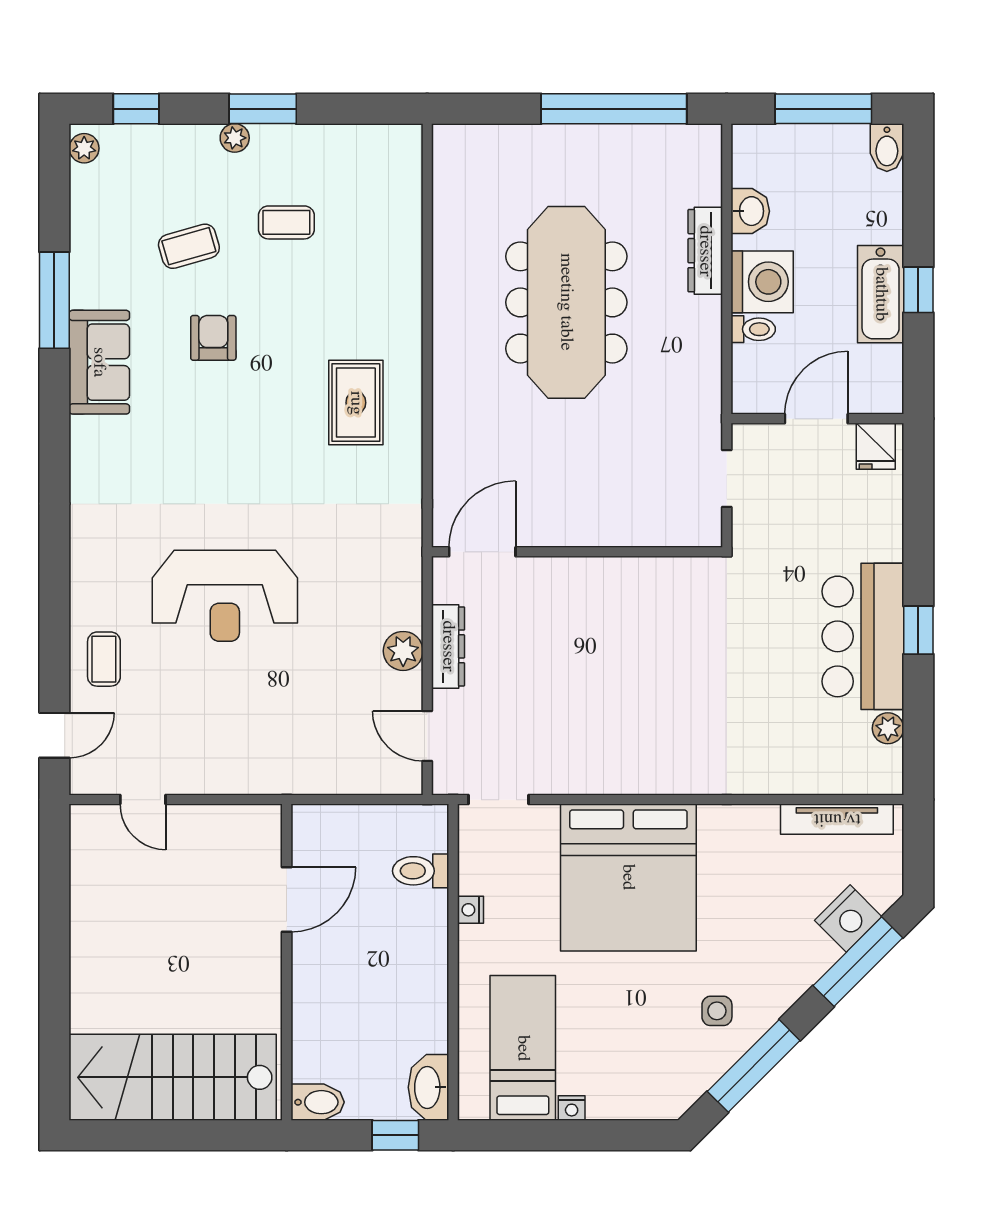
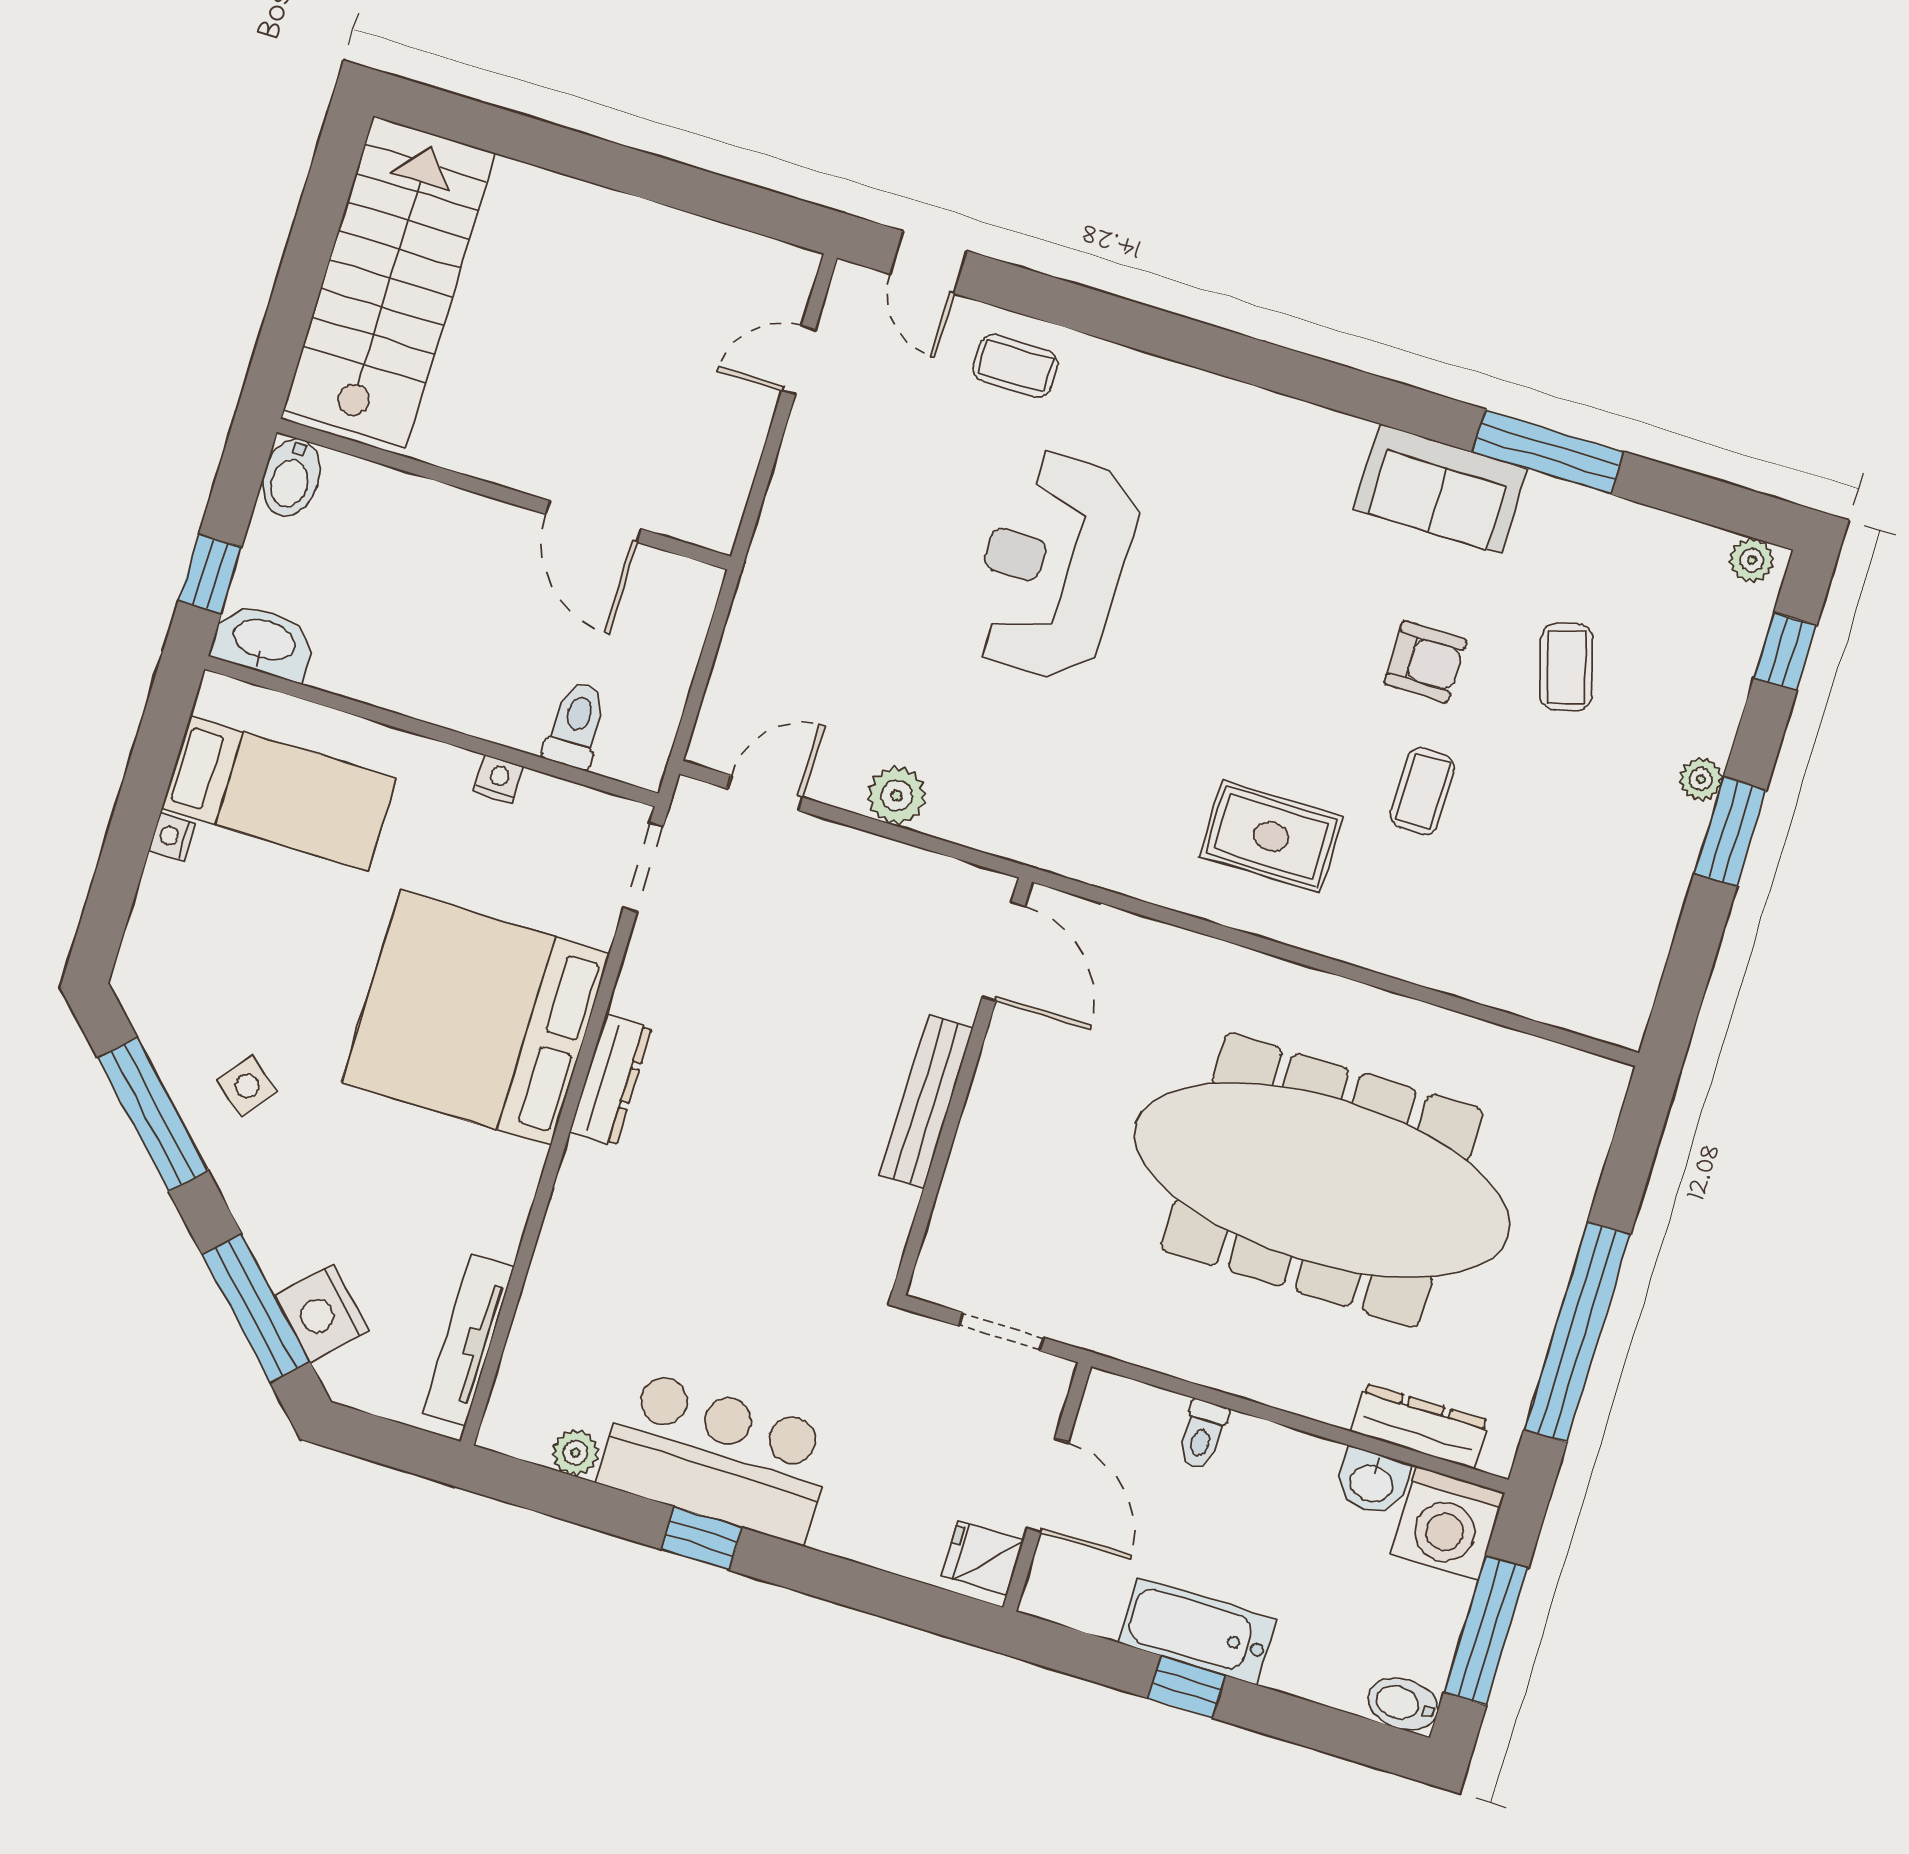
coffee table: (286, 222) -> (1423, 791), moved
dresser: (705, 251) -> (1420, 1426), moved
washing machine: (762, 282) -> (1448, 1523), moved
meeting table: (566, 302) -> (1322, 1180), width x1.36, depth x1.27
bench: (594, 572) -> (926, 1102), added
dresser: (448, 646) -> (611, 1080), moved, turned -90
side table: (717, 1011) -> (247, 1086), turned 38

